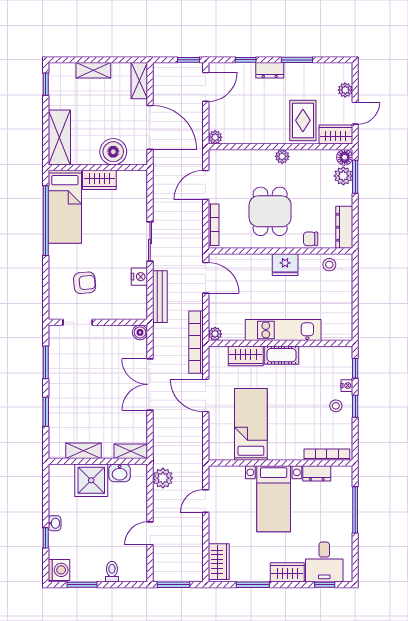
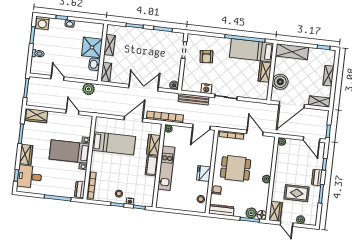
rug: (303, 120) -> (297, 193), moved
dresser: (317, 473) -> (80, 189), moved

